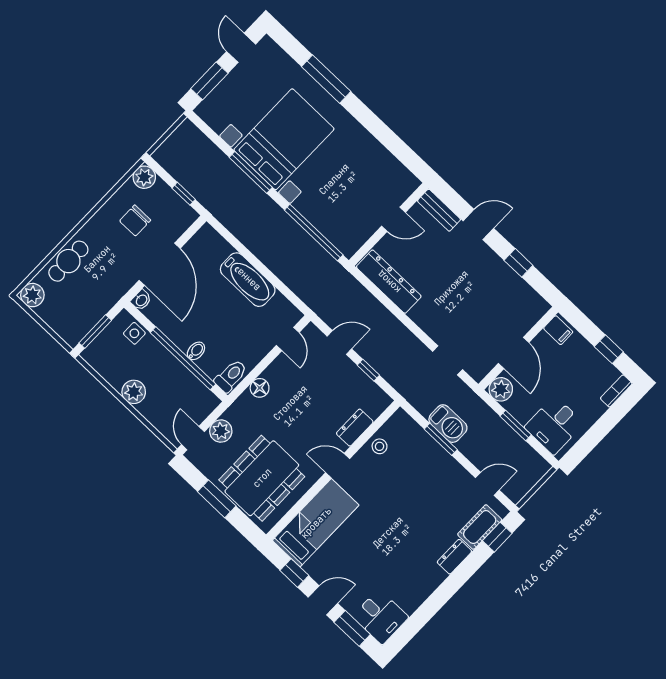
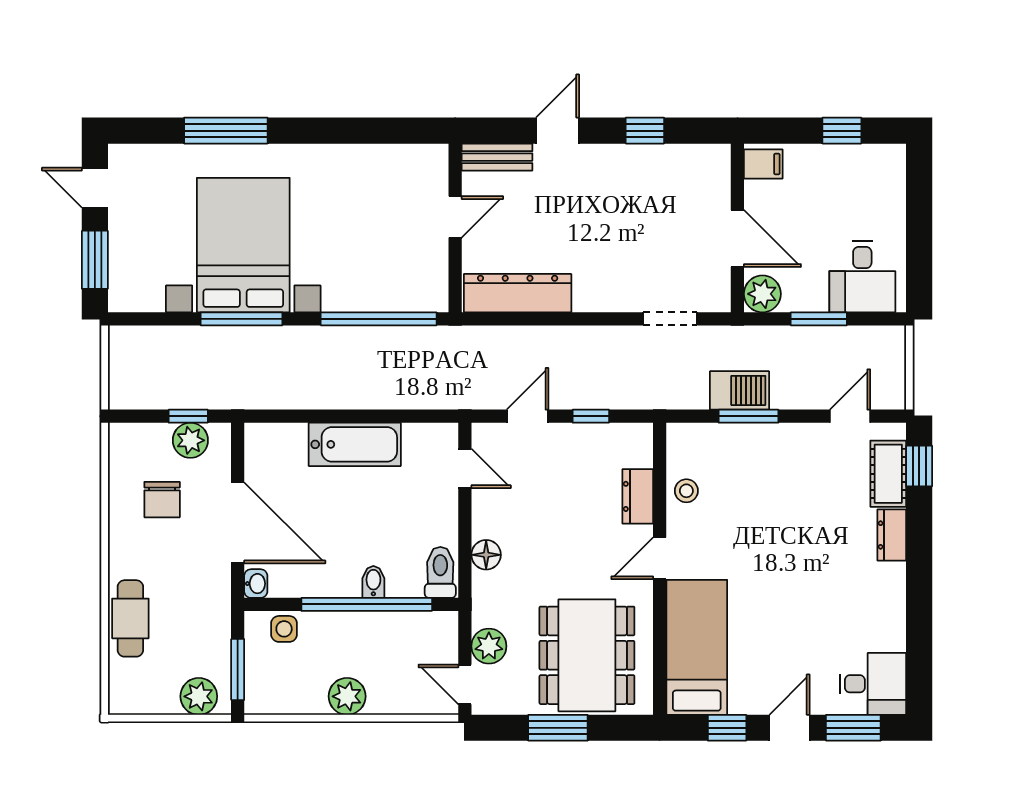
plant: (144, 177) -> (190, 440), moved
plant: (32, 295) -> (199, 696), moved
bookcase: (616, 391) -> (896, 170), removed

